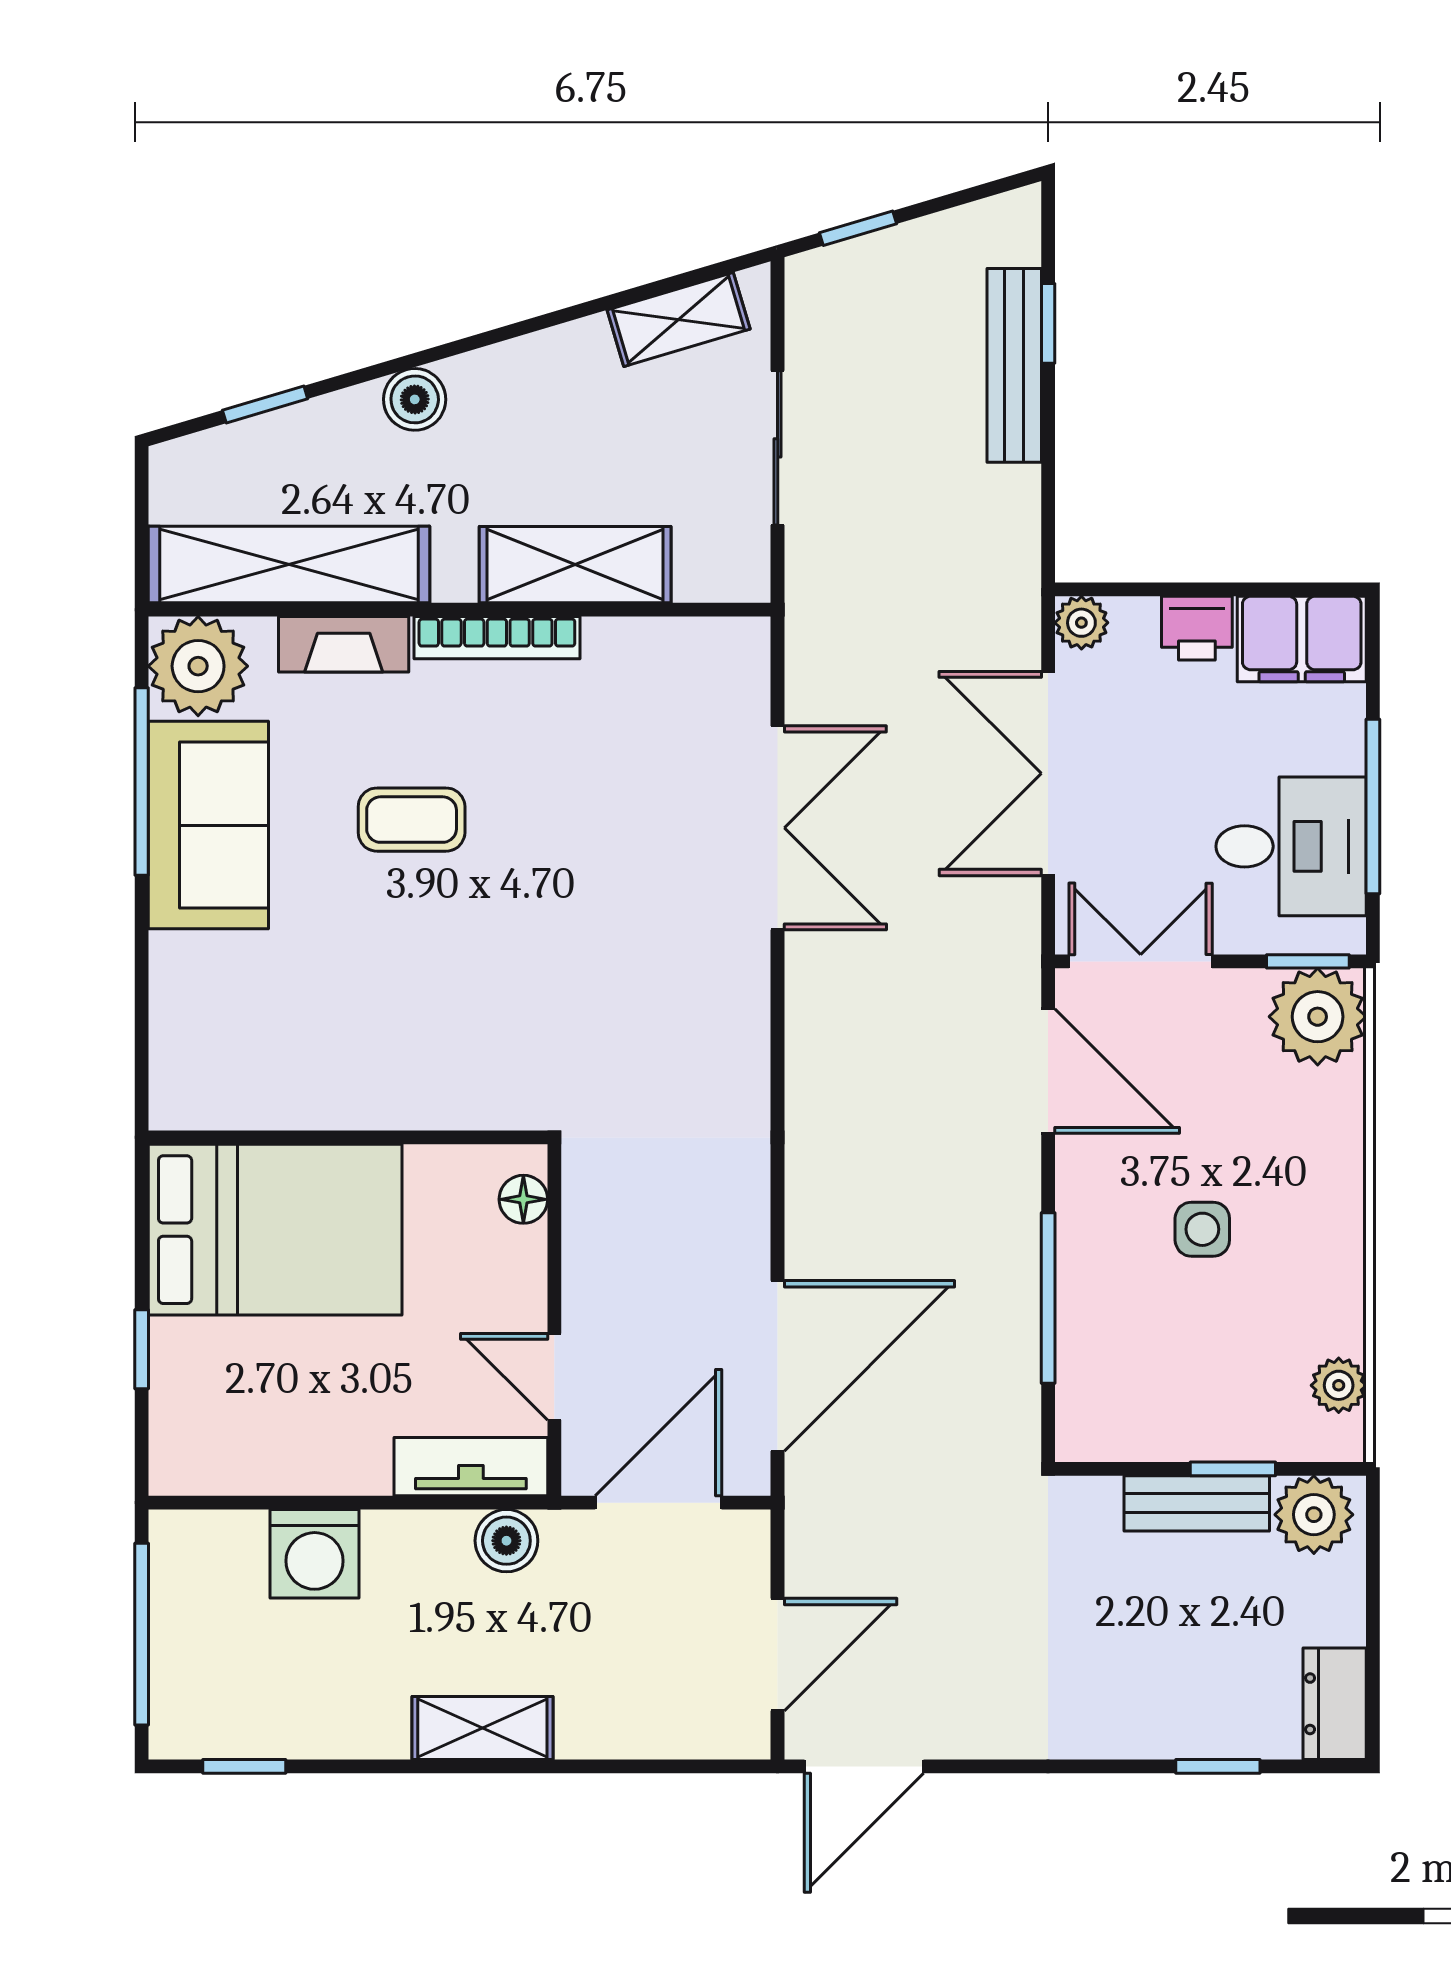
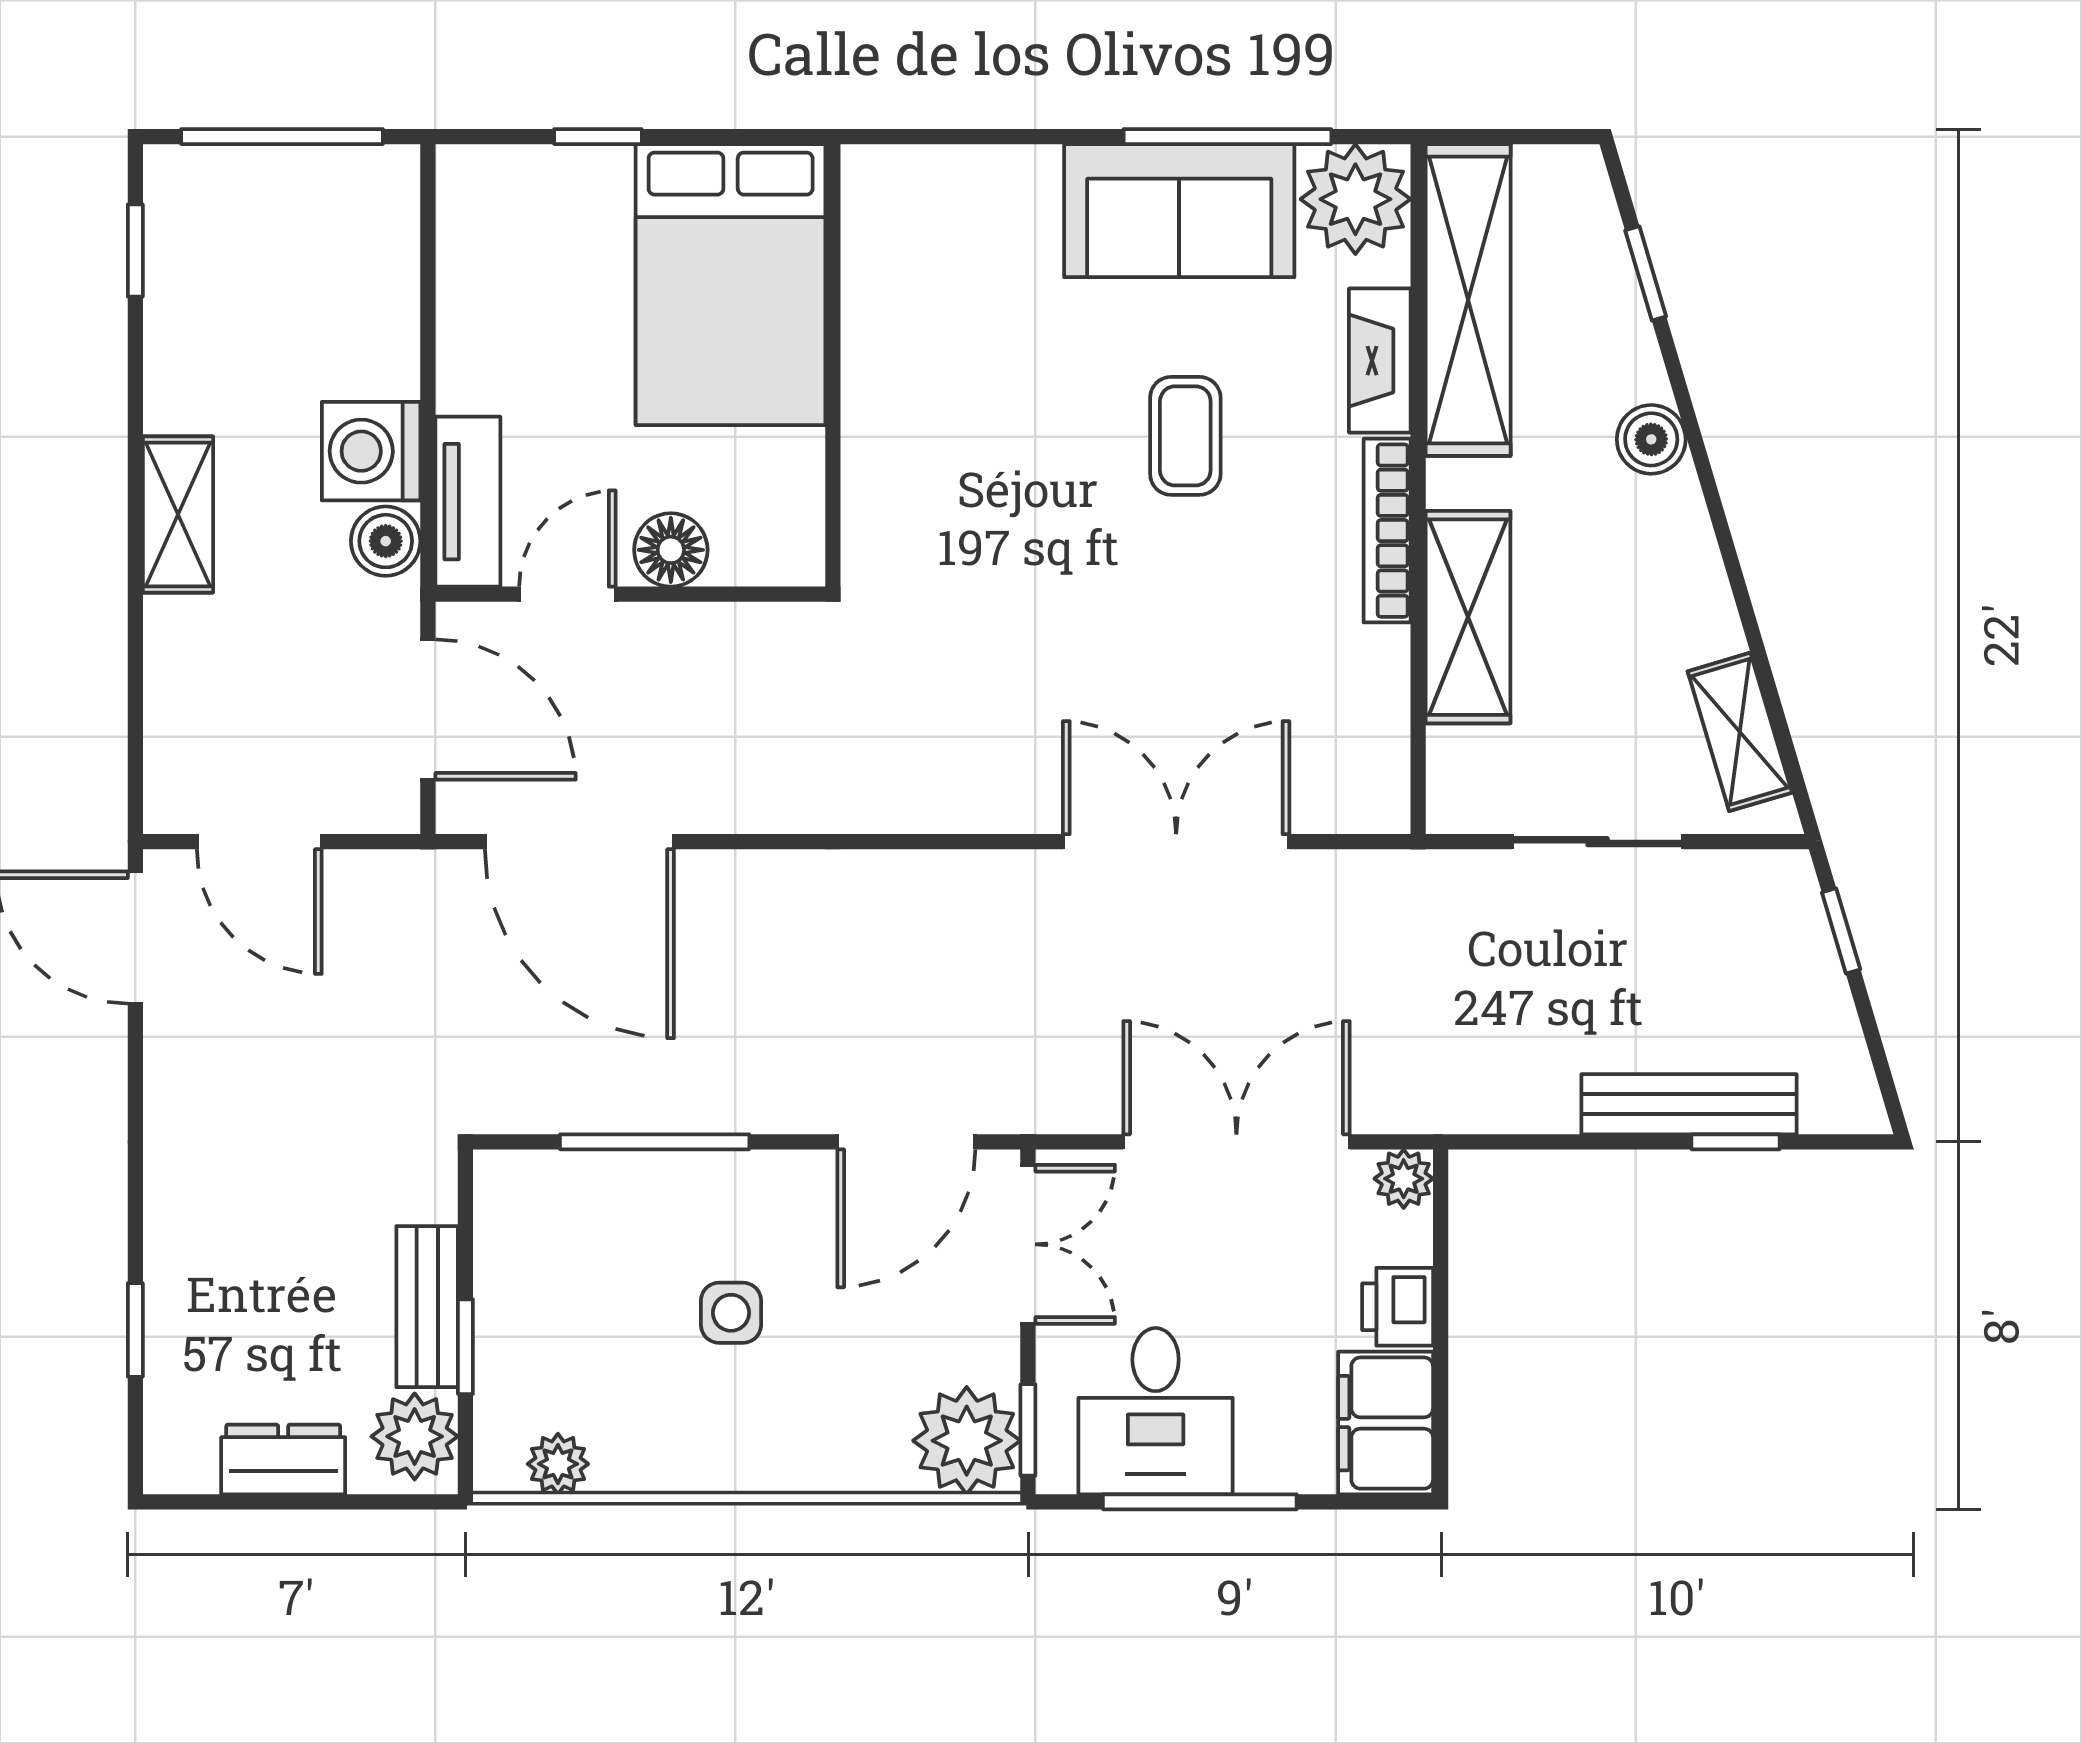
double door: (778, 828) -> (1176, 842), swing flipped
floor lamp: (523, 1199) -> (671, 550), moved, width x1.37, depth x1.37
washing machine: (315, 1554) -> (371, 451), moved
dresser: (1335, 1704) -> (283, 1459), moved

